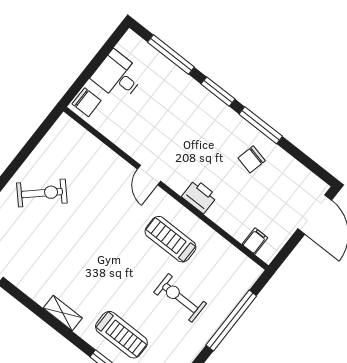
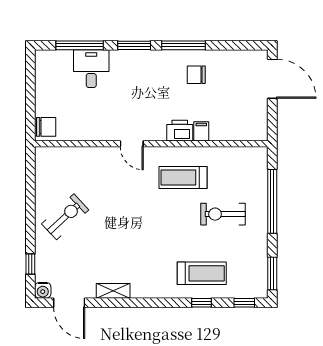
desk: (118, 76) -> (91, 69), moved, turned 90
chair: (252, 159) -> (196, 75), turned 77
filing cabinet: (255, 241) -> (201, 131), moved
shelving: (63, 313) -> (113, 291), moved

